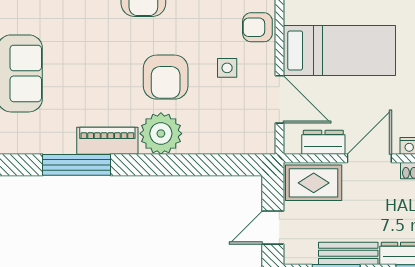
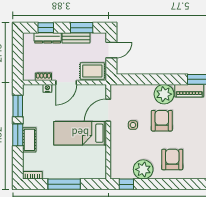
armchair: (257, 27) -> (119, 144), removed
door: (279, 99) -> (108, 110), hinge flipped
dresser: (323, 142) -> (88, 90), removed

